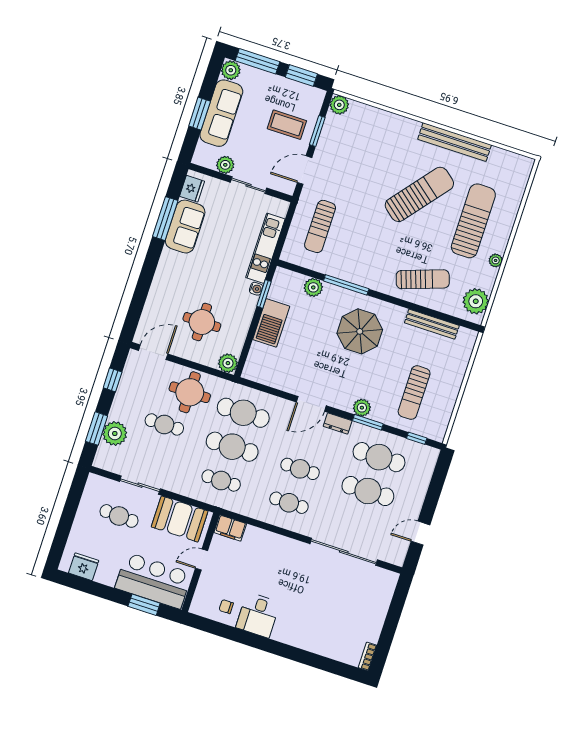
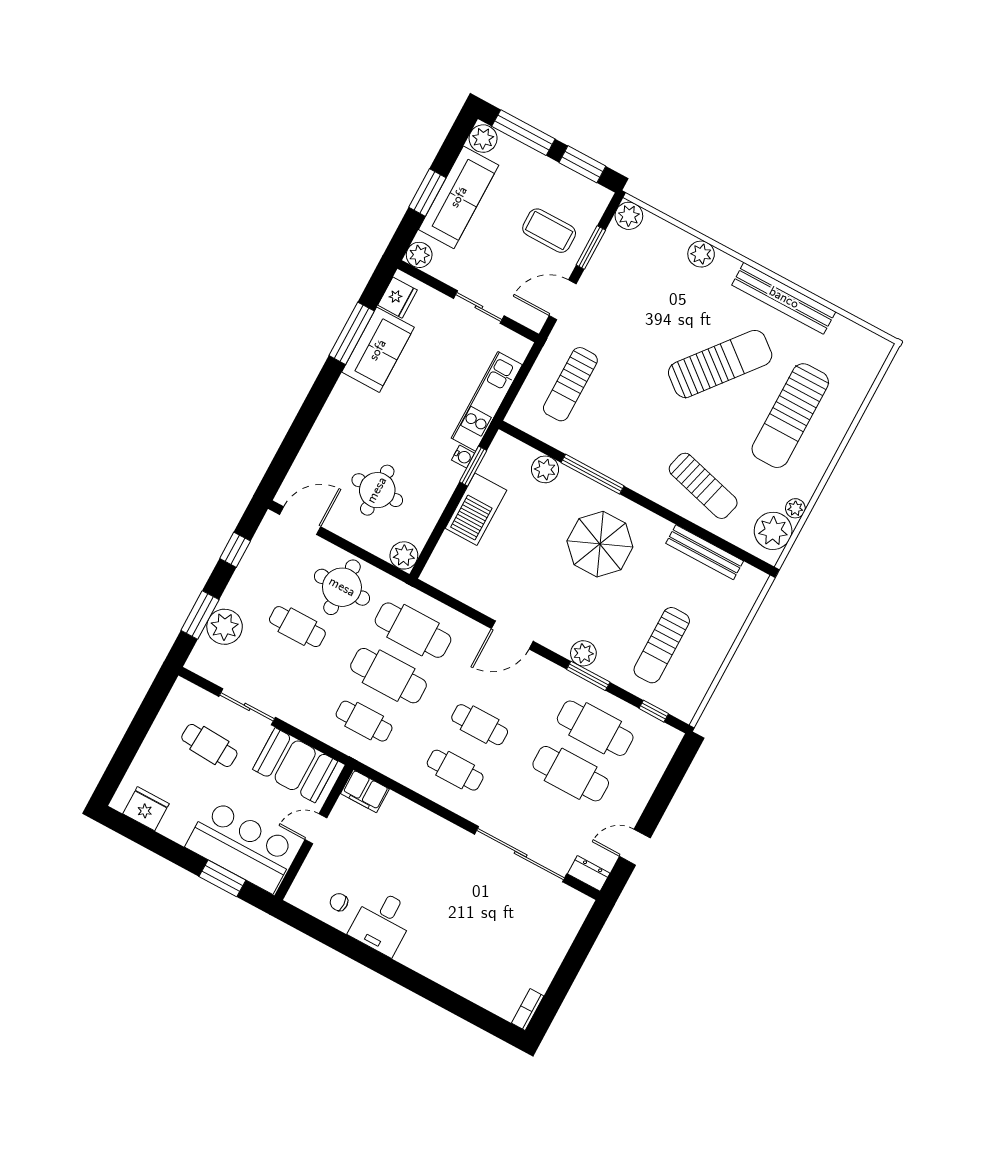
plant: (393, 122) -> (701, 254), added
plant: (225, 165) -> (419, 255), moved
sun lounger: (473, 221) -> (790, 416), turned 180
plant: (496, 260) -> (795, 508), moved
sun lounger: (423, 279) -> (703, 486), turned 34
dresser: (338, 424) -> (589, 873), moved, turned 180

